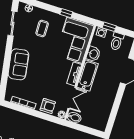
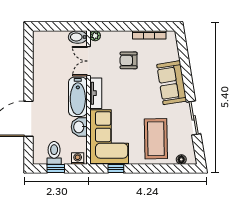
window: (66, 13) -> (116, 169), moved
sliding door: (12, 24) -> (194, 118), moved
window: (109, 27) -> (56, 169), moved
coffee table: (42, 28) -> (156, 139), width x1.86, depth x1.72
armchair: (48, 106) -> (129, 60), moved

